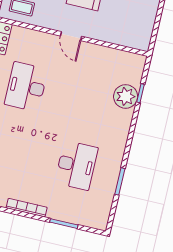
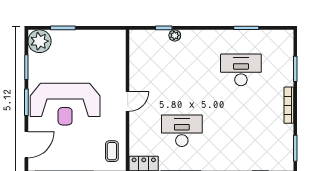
desk: (26, 87) -> (182, 131), turned 180
plant: (126, 96) -> (175, 35), width x0.53, depth x0.53

